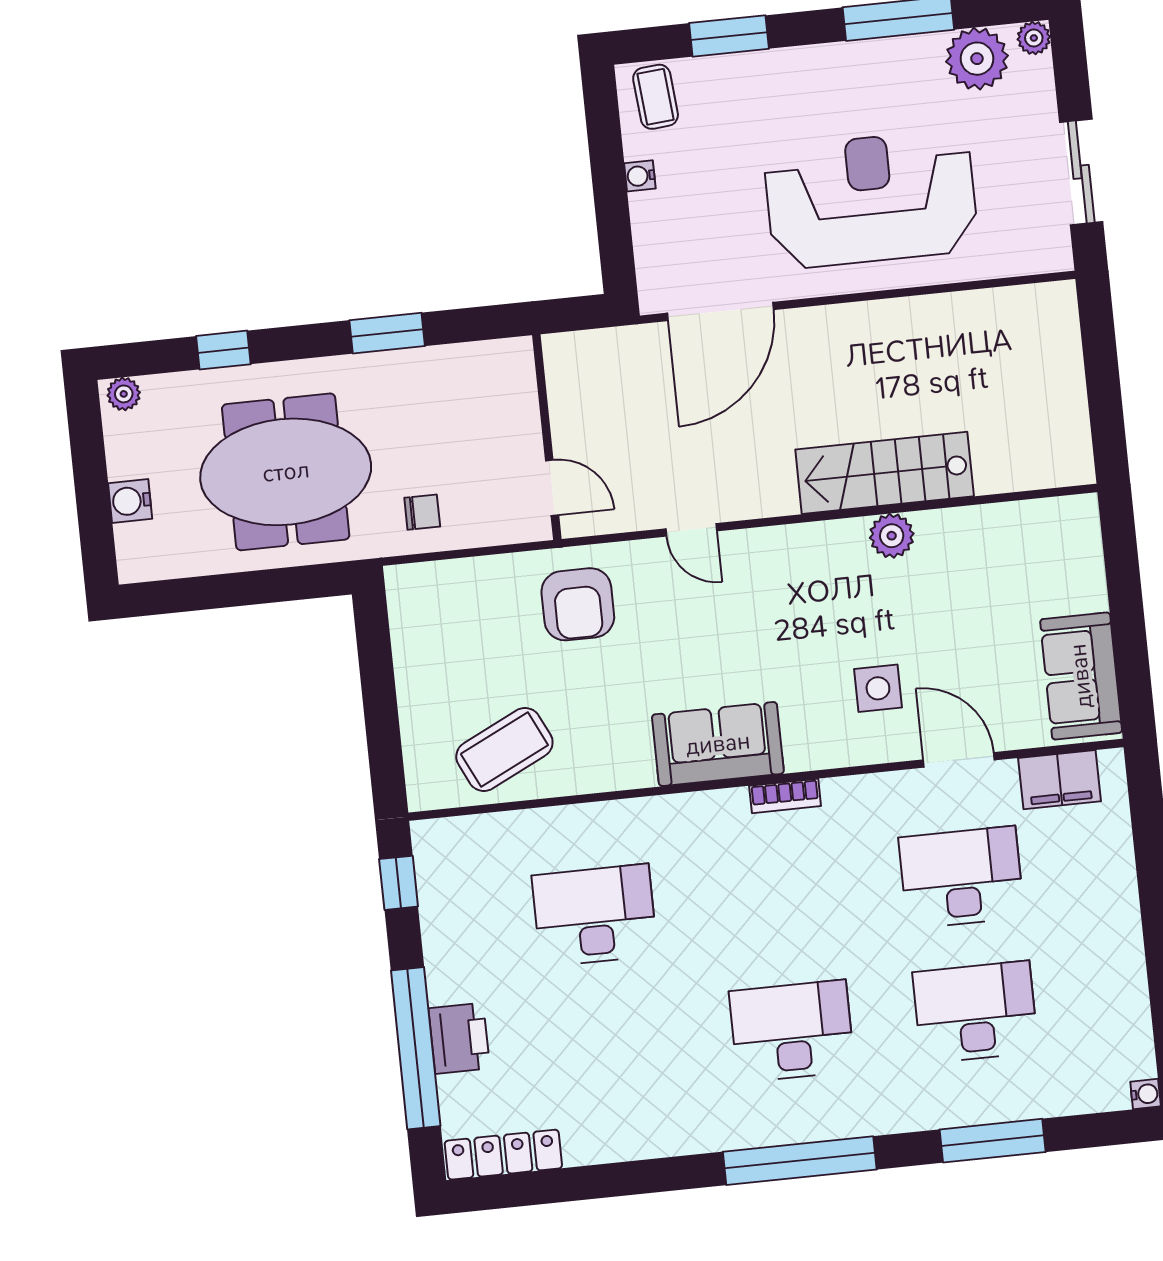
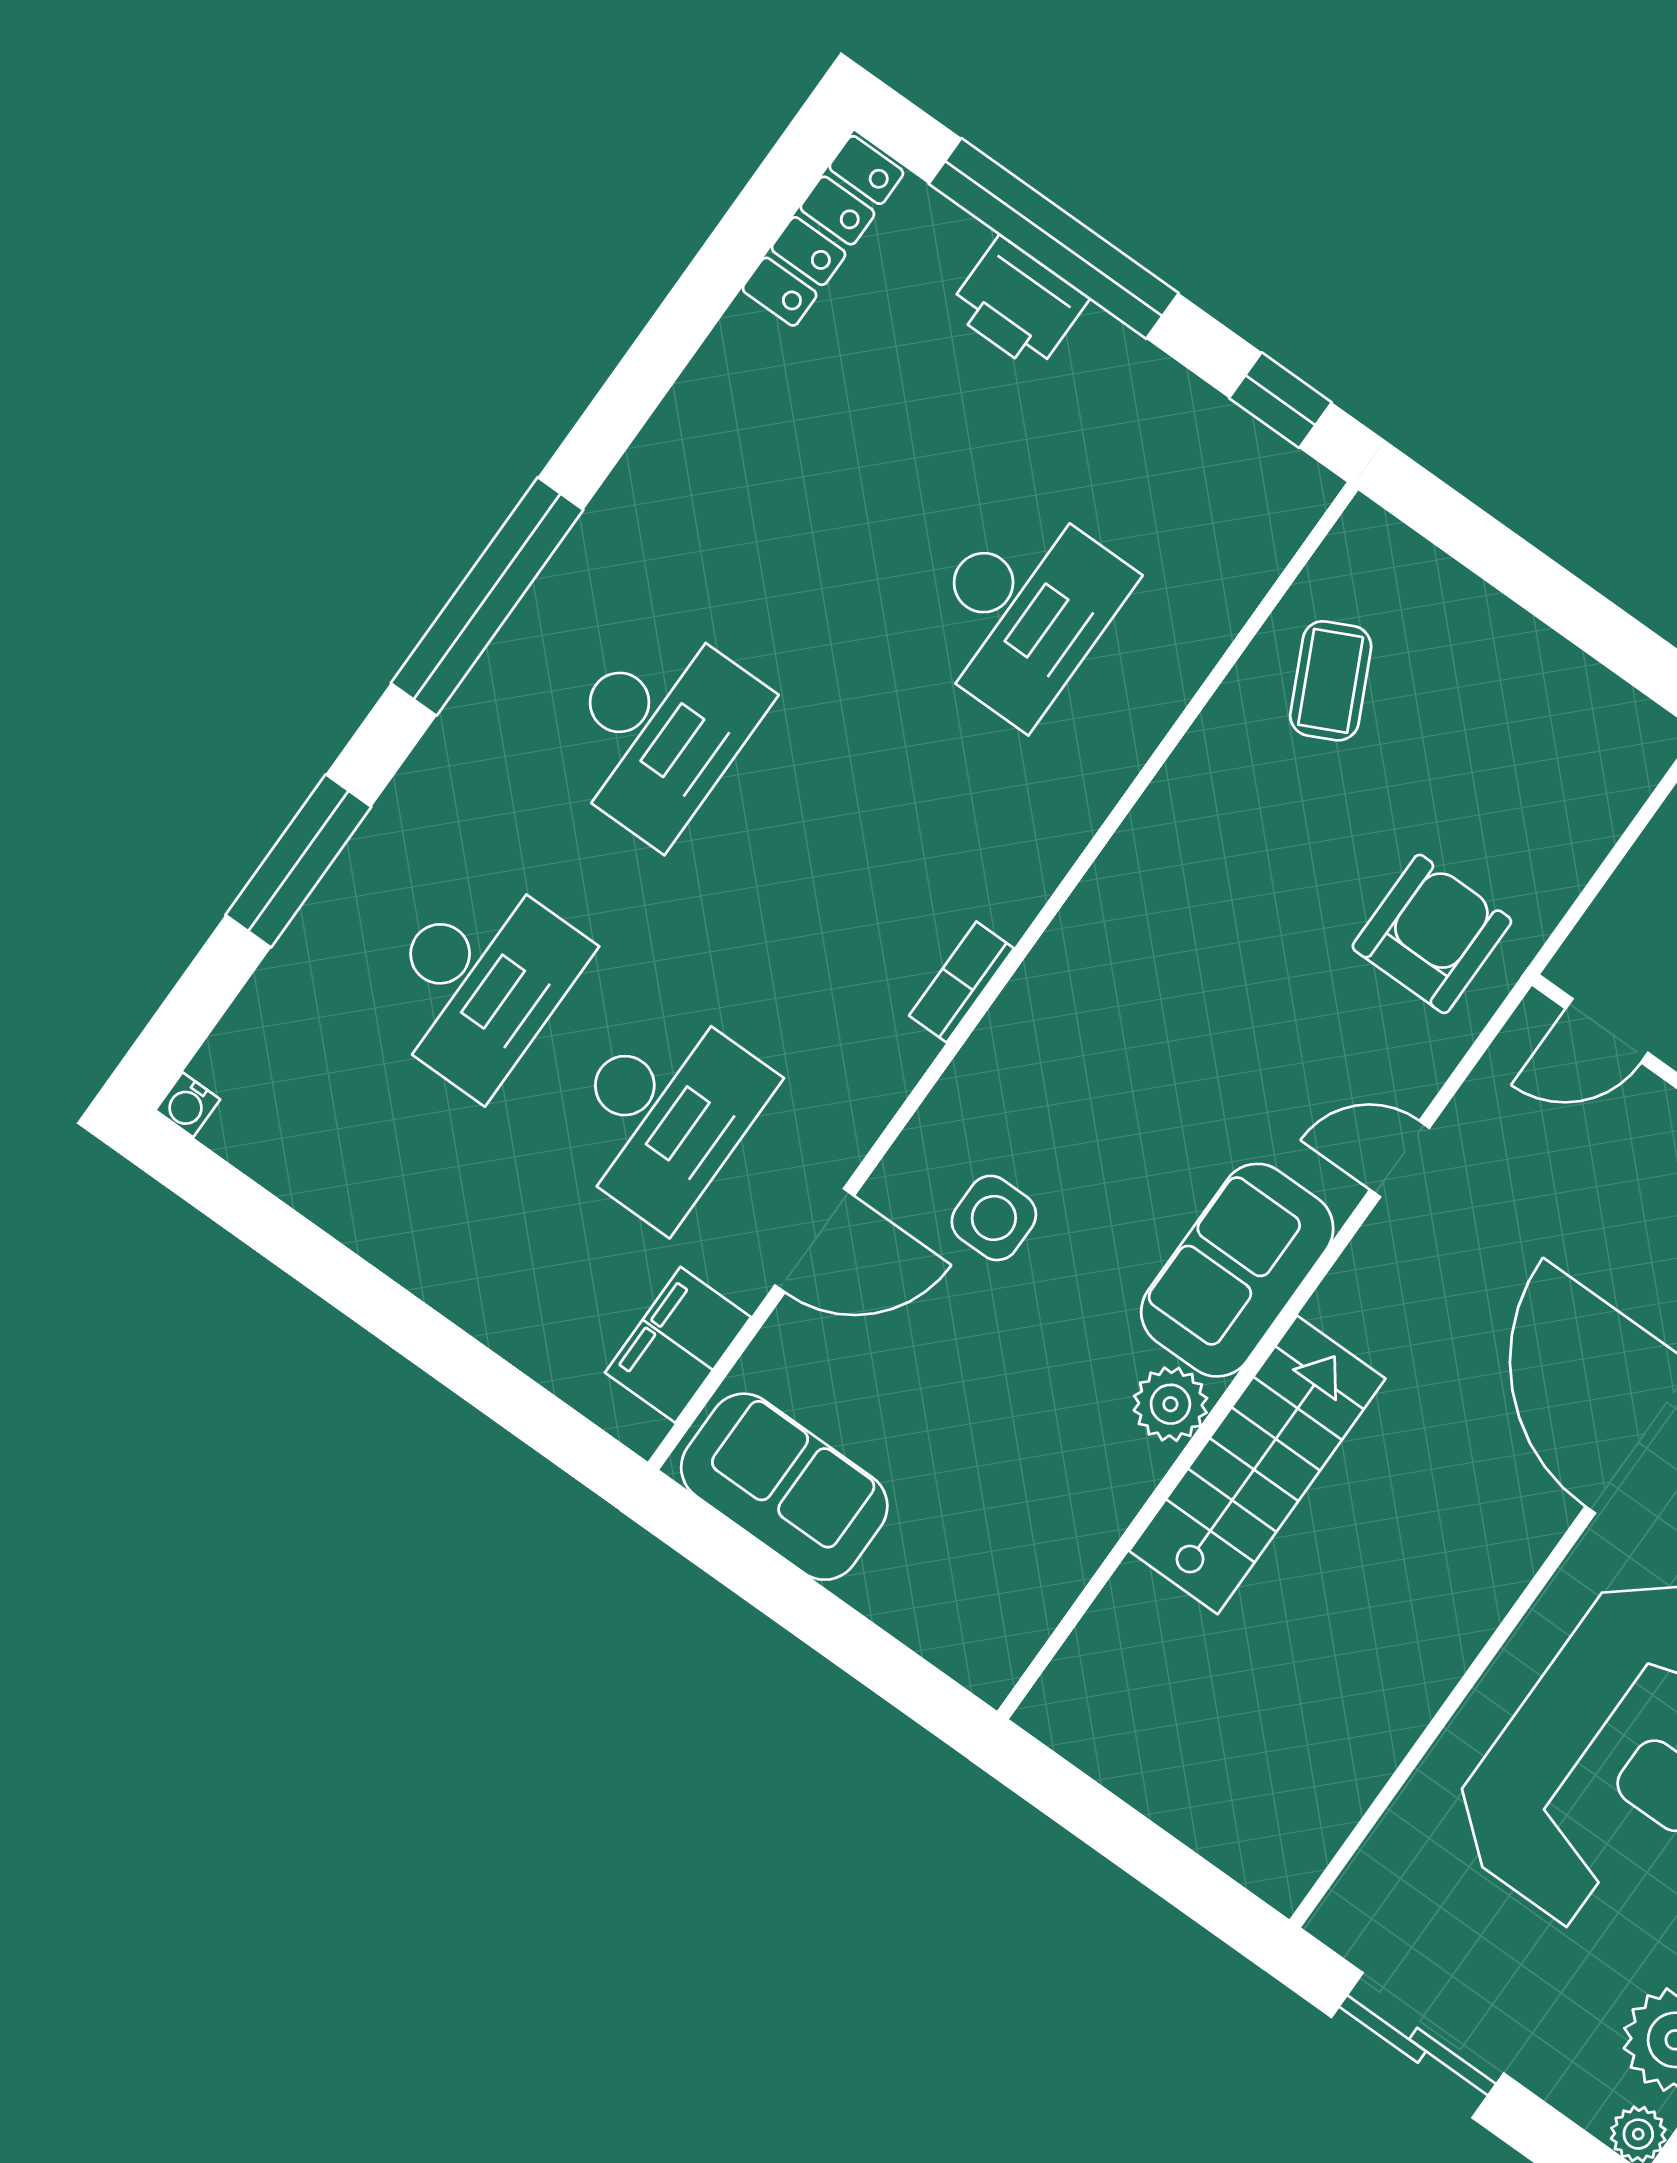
armchair: (578, 604) -> (1432, 934), turned 90
sofa: (718, 744) -> (1237, 1270), moved, turned 180
coffee table: (504, 750) -> (1331, 681), width x0.73, depth x0.77

